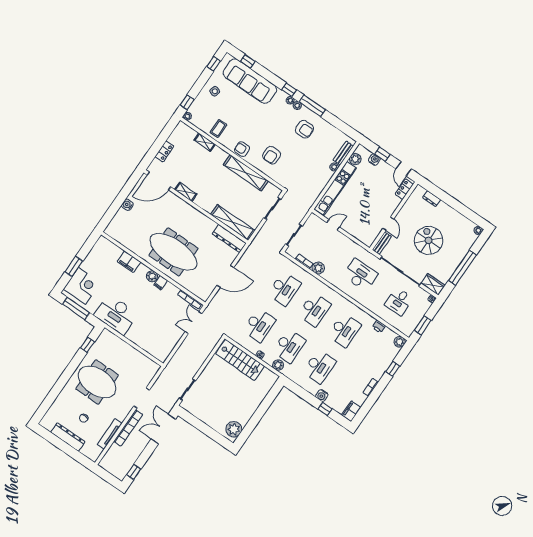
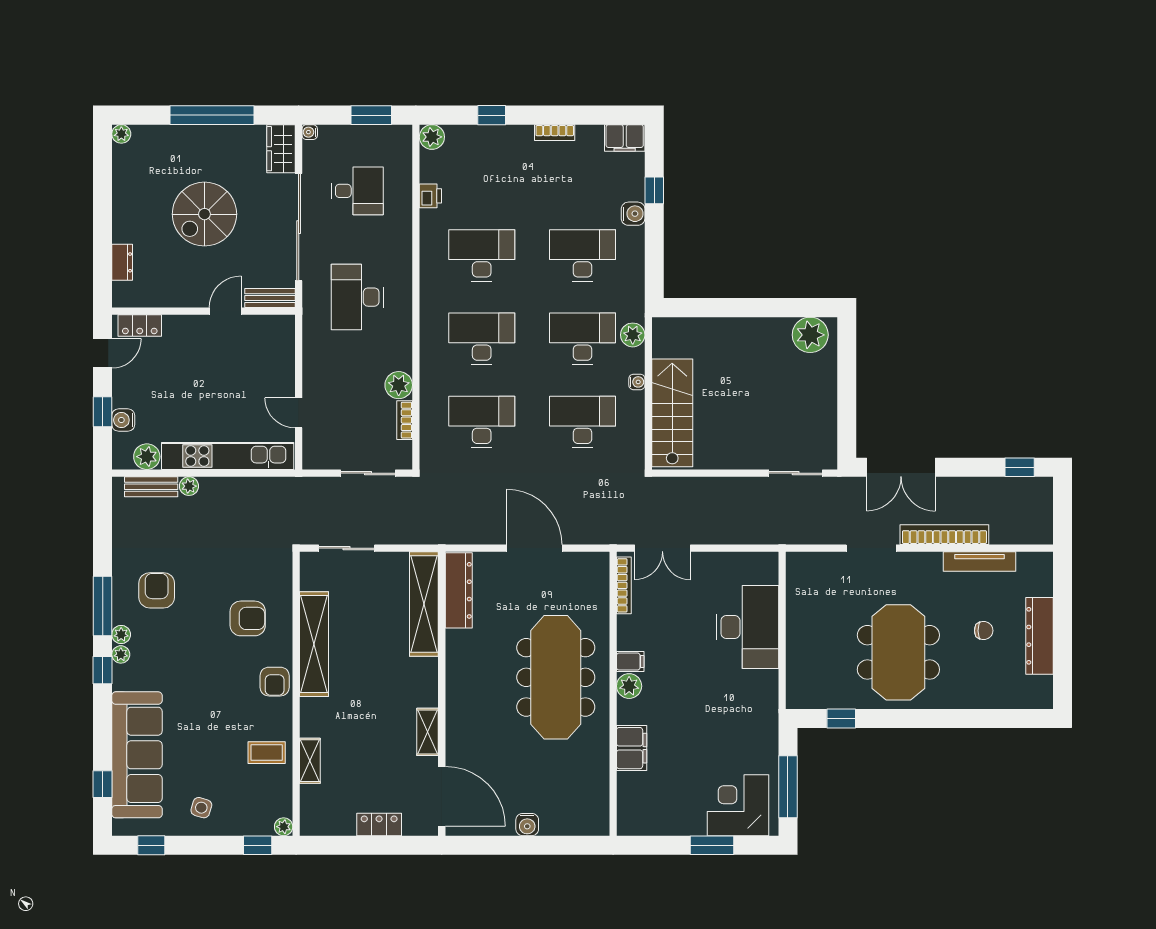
desk: (116, 315) -> (747, 627), moved

